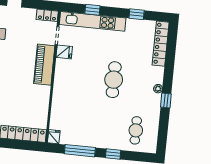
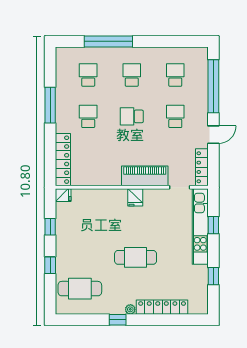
locker: (47, 15) -> (202, 167), width x1.53
locker: (161, 44) -> (162, 307), moved
fridge: (64, 52) -> (135, 197), moved
cafe table: (136, 130) -> (80, 289), width x1.37, depth x1.35
window: (80, 151) -> (50, 227), width x0.46

